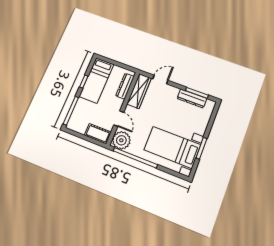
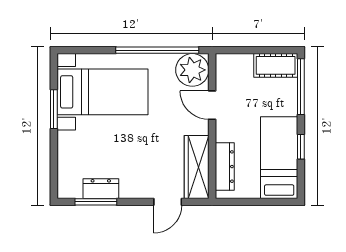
dresser: (192, 98) -> (101, 189), width x0.70
cot: (98, 134) -> (276, 65), moved

